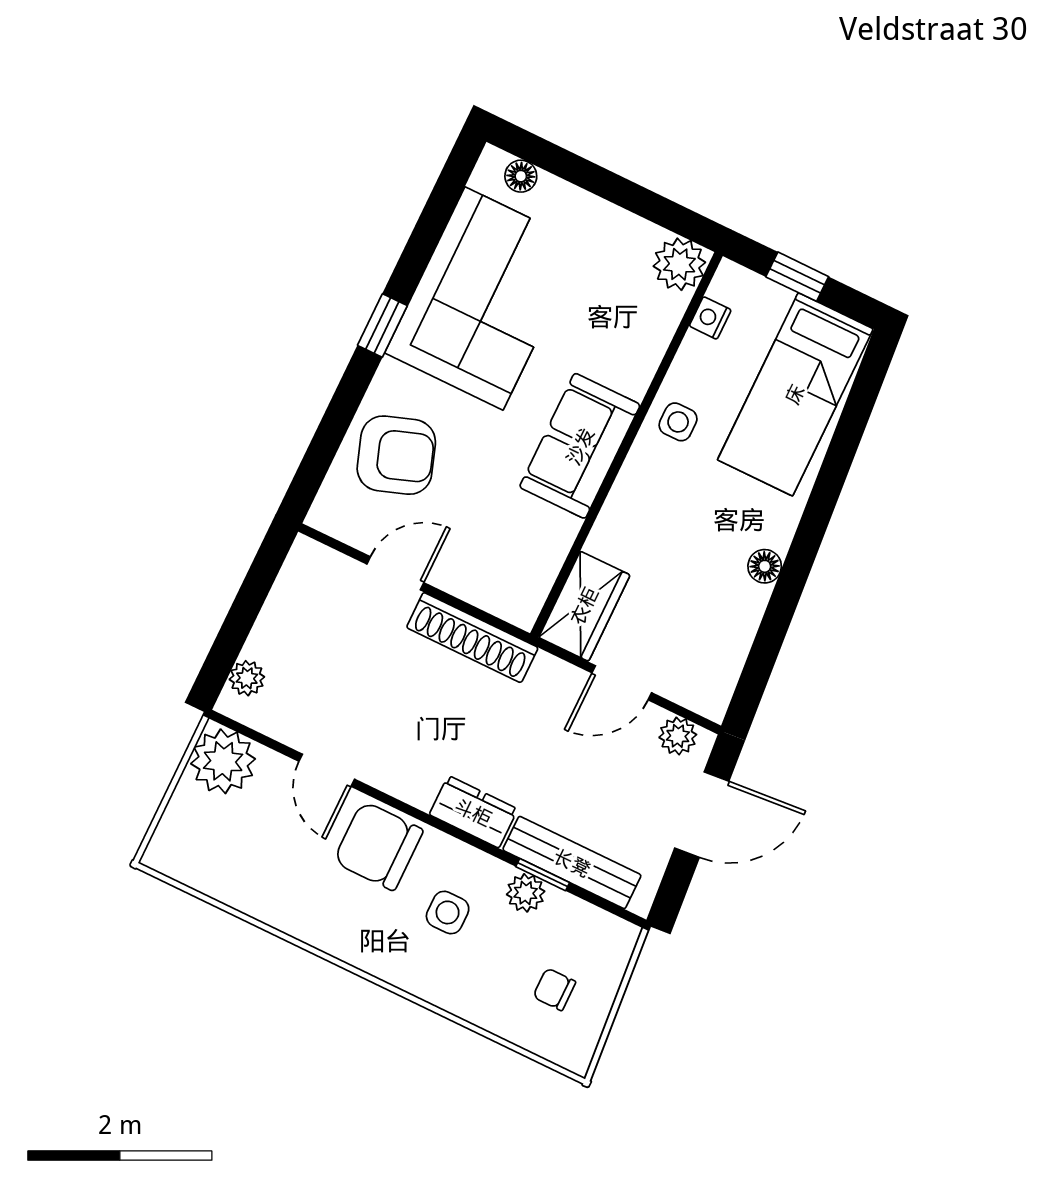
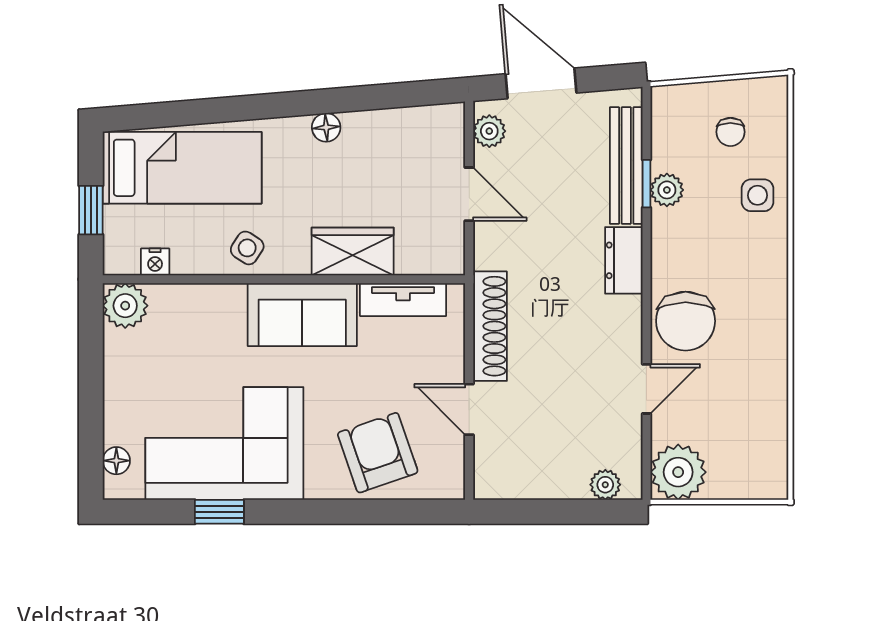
window: (382, 326) -> (219, 512), moved
side table: (678, 422) -> (247, 248), turned 33
tv unit: (544, 560) -> (403, 300), added
wardrobe: (584, 606) -> (353, 251), moved
side table: (448, 912) -> (758, 195), moved

